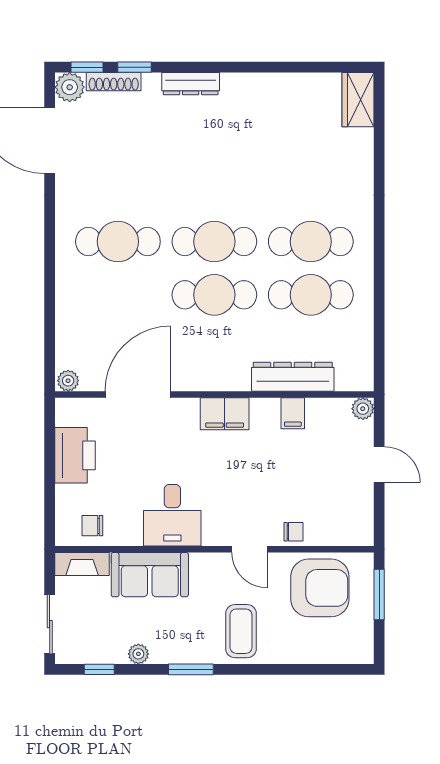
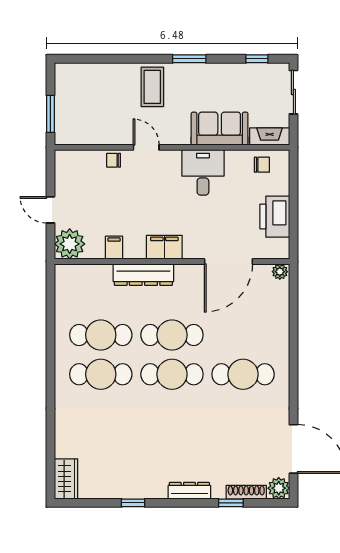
window: (87, 67) -> (133, 503), moved
dresser: (293, 377) -> (143, 275), moved
plant: (363, 409) -> (70, 244), width x1.88, depth x1.88
armchair: (320, 588) -> (94, 119), removed
plant: (138, 654) -> (228, 70), removed

